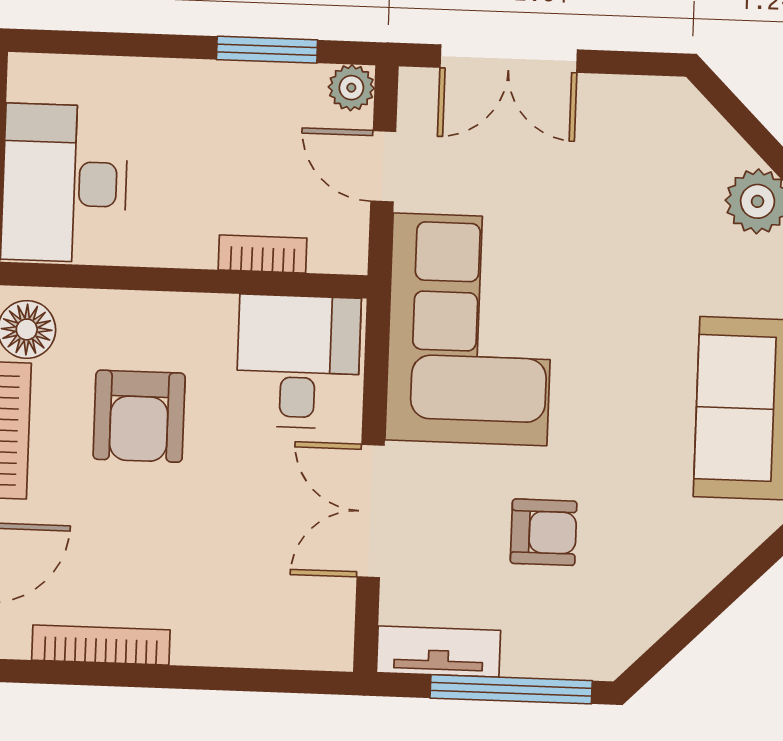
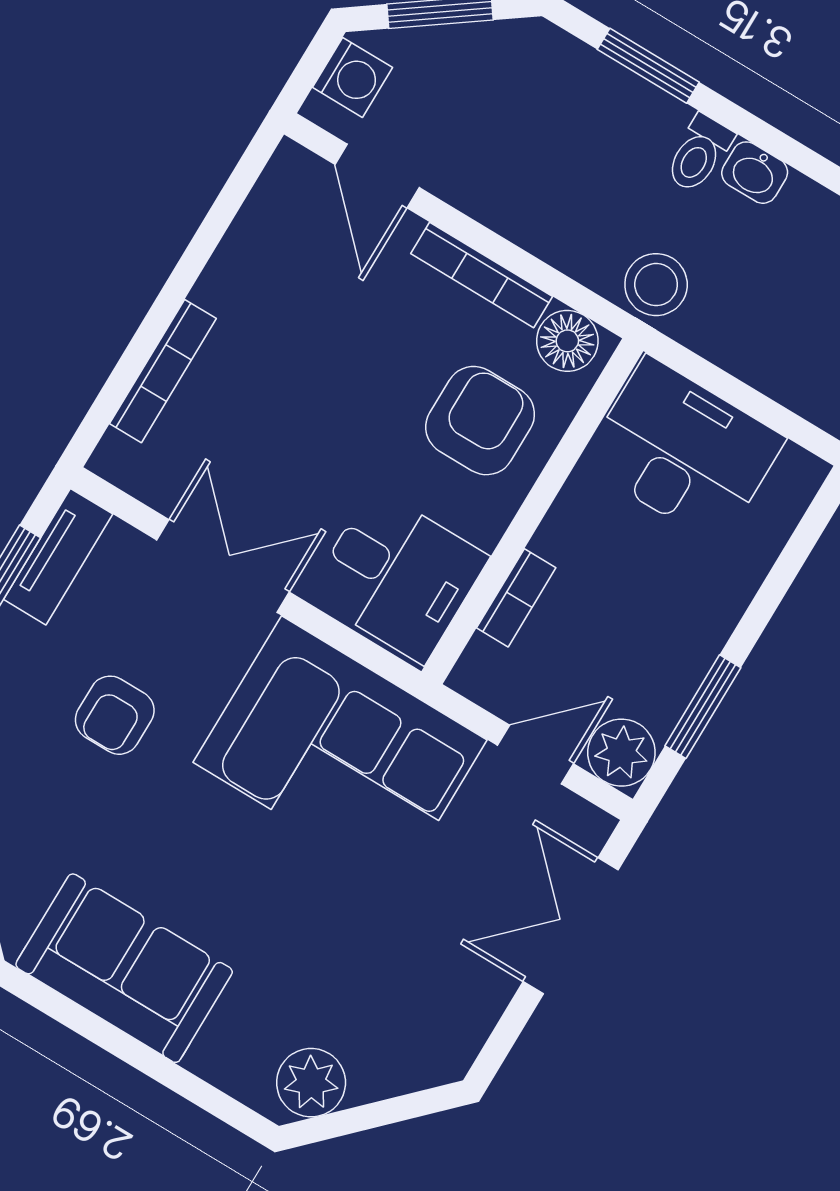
plant: (351, 88) -> (621, 753), width x1.38, depth x1.38
armchair: (139, 416) -> (480, 421), moved, turned 90
bookcase: (101, 645) -> (163, 371), moved

